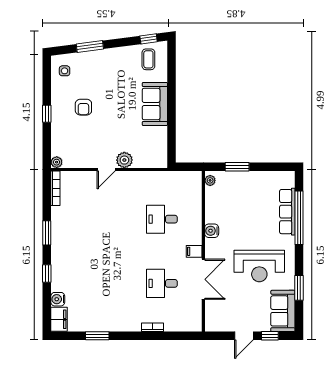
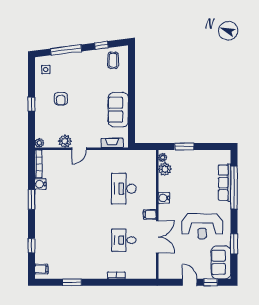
window: (149, 39) -> (101, 45), moved
window: (90, 46) -> (66, 50), width x1.44
sofa: (155, 104) -> (118, 110), moved
plant: (124, 160) -> (65, 141), moved
fireplace: (147, 162) -> (112, 143), added
plant: (213, 195) -> (165, 169), added
desk: (162, 219) -> (124, 189), width x1.37
window: (47, 274) -> (31, 246), moved
water cooler: (58, 299) -> (40, 184), moved
filing cabinet: (59, 319) -> (41, 269), width x0.50
door: (244, 336) -> (190, 282), swing flipped

